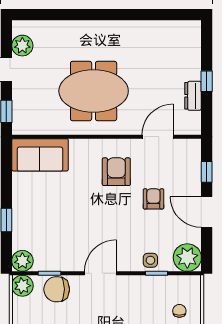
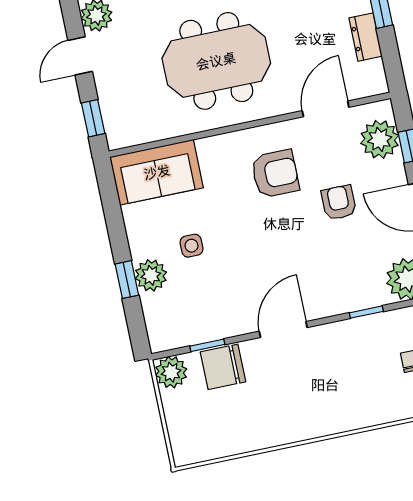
plant: (188, 164) -> (380, 139), added
armchair: (116, 172) -> (275, 174), turned 90
side table: (150, 260) -> (191, 246), moved
plant: (22, 261) -> (151, 275), moved

